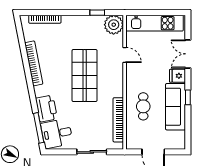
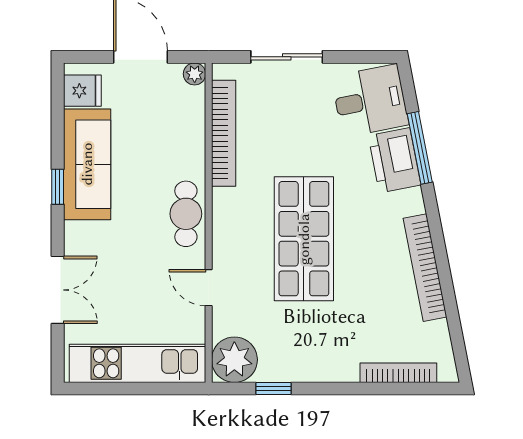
fridge: (178, 76) -> (82, 91), moved
cafe table: (143, 106) -> (186, 214), moved
window: (39, 128) -> (420, 148), moved
plant: (130, 145) -> (195, 74), added

